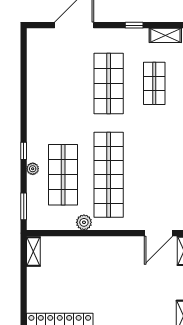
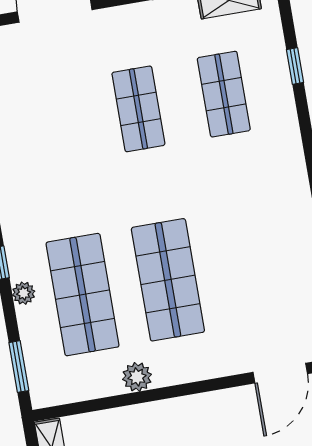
shop shelf: (109, 83) -> (138, 109), width x0.70, depth x0.74
shop shelf: (109, 175) -> (168, 280), width x0.71

